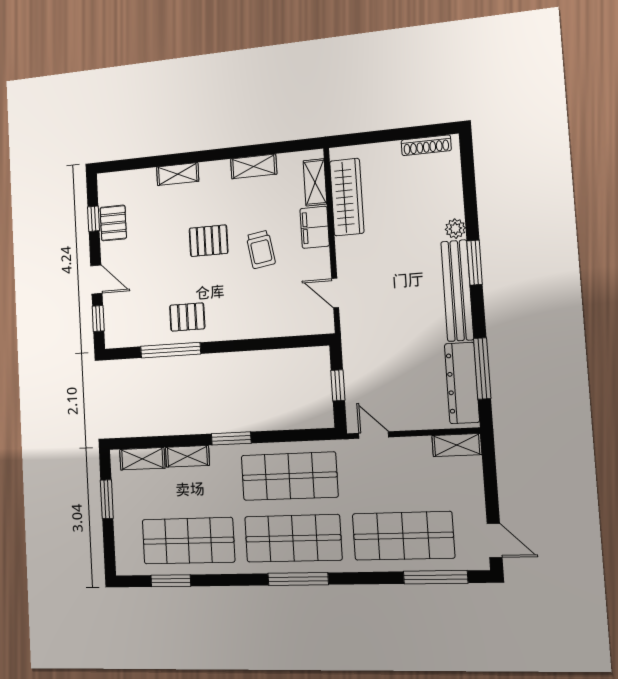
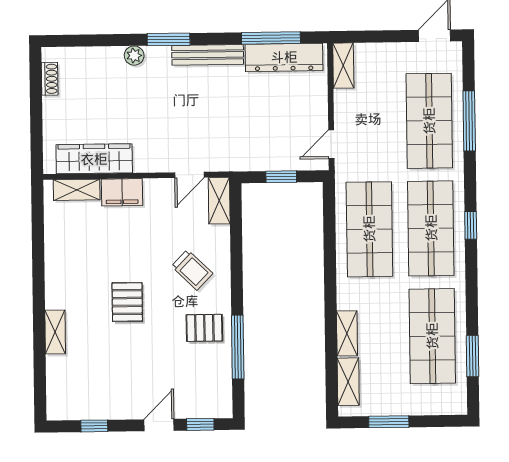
shoe rack: (426, 145) -> (50, 79), width x0.70
shelving: (254, 166) -> (219, 201), moved
pallet: (113, 223) -> (101, 404), removed
trolley: (261, 249) -> (192, 270), moved, turned 53
bench: (457, 291) -> (208, 55), width x0.73, depth x0.82
pallet: (187, 317) -> (204, 328), turned 90
window: (231, 438) -> (330, 287), removed
window: (436, 577) -> (469, 121), moved
window: (298, 579) -> (471, 225), width x0.46

